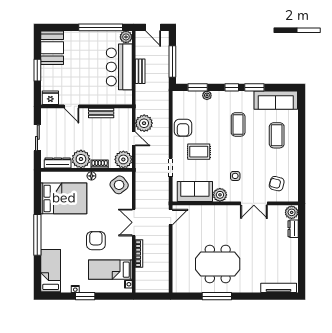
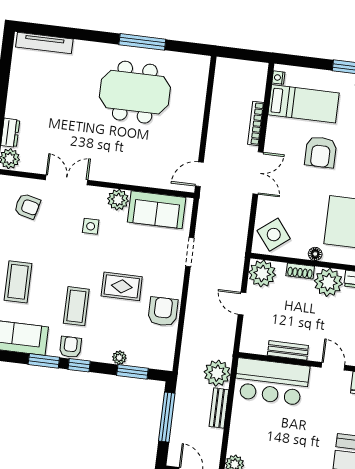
bar counter: (119, 67) -> (272, 382), moved, turned 90
armchair: (239, 98) -> (70, 347), added
plant: (144, 123) -> (217, 373), moved
rug: (199, 152) -> (122, 286), moved

